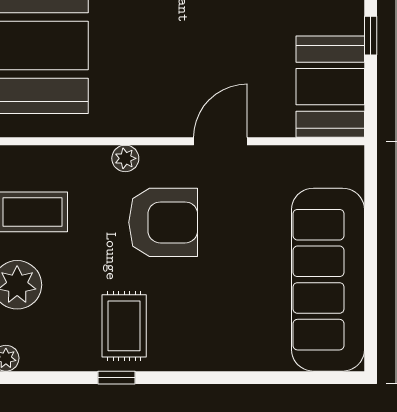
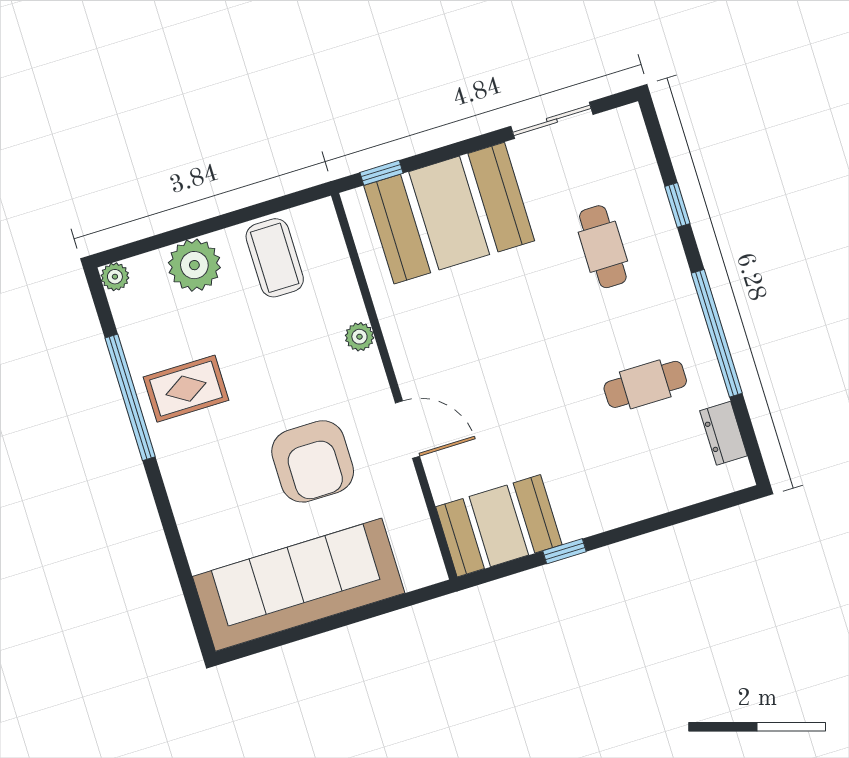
armchair: (163, 222) -> (313, 461), moved
window: (117, 378) -> (130, 397), width x3.17

